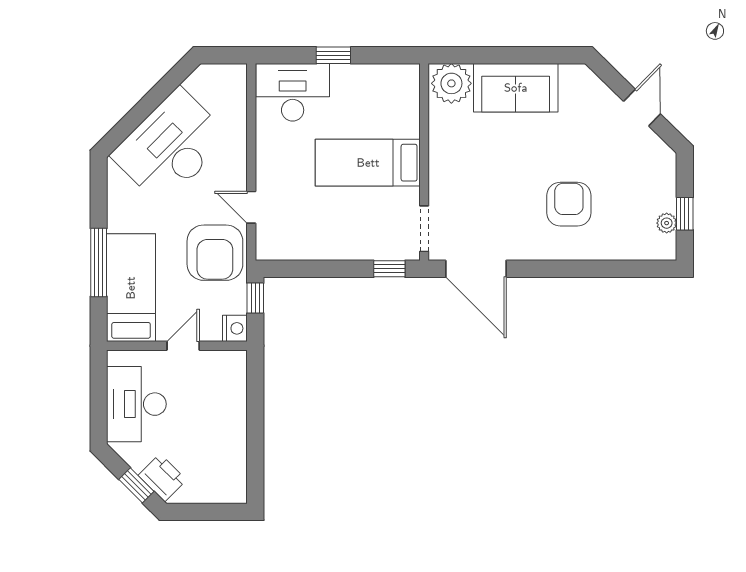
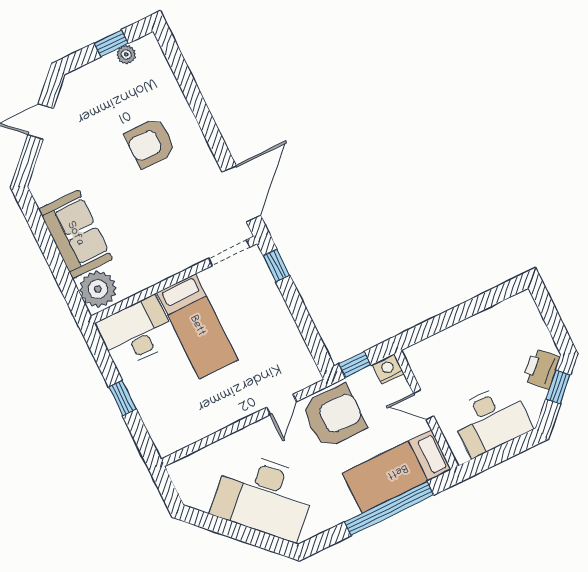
desk: (293, 92) -> (136, 332), moved, turned 90
window: (99, 262) -> (389, 508), width x1.46

